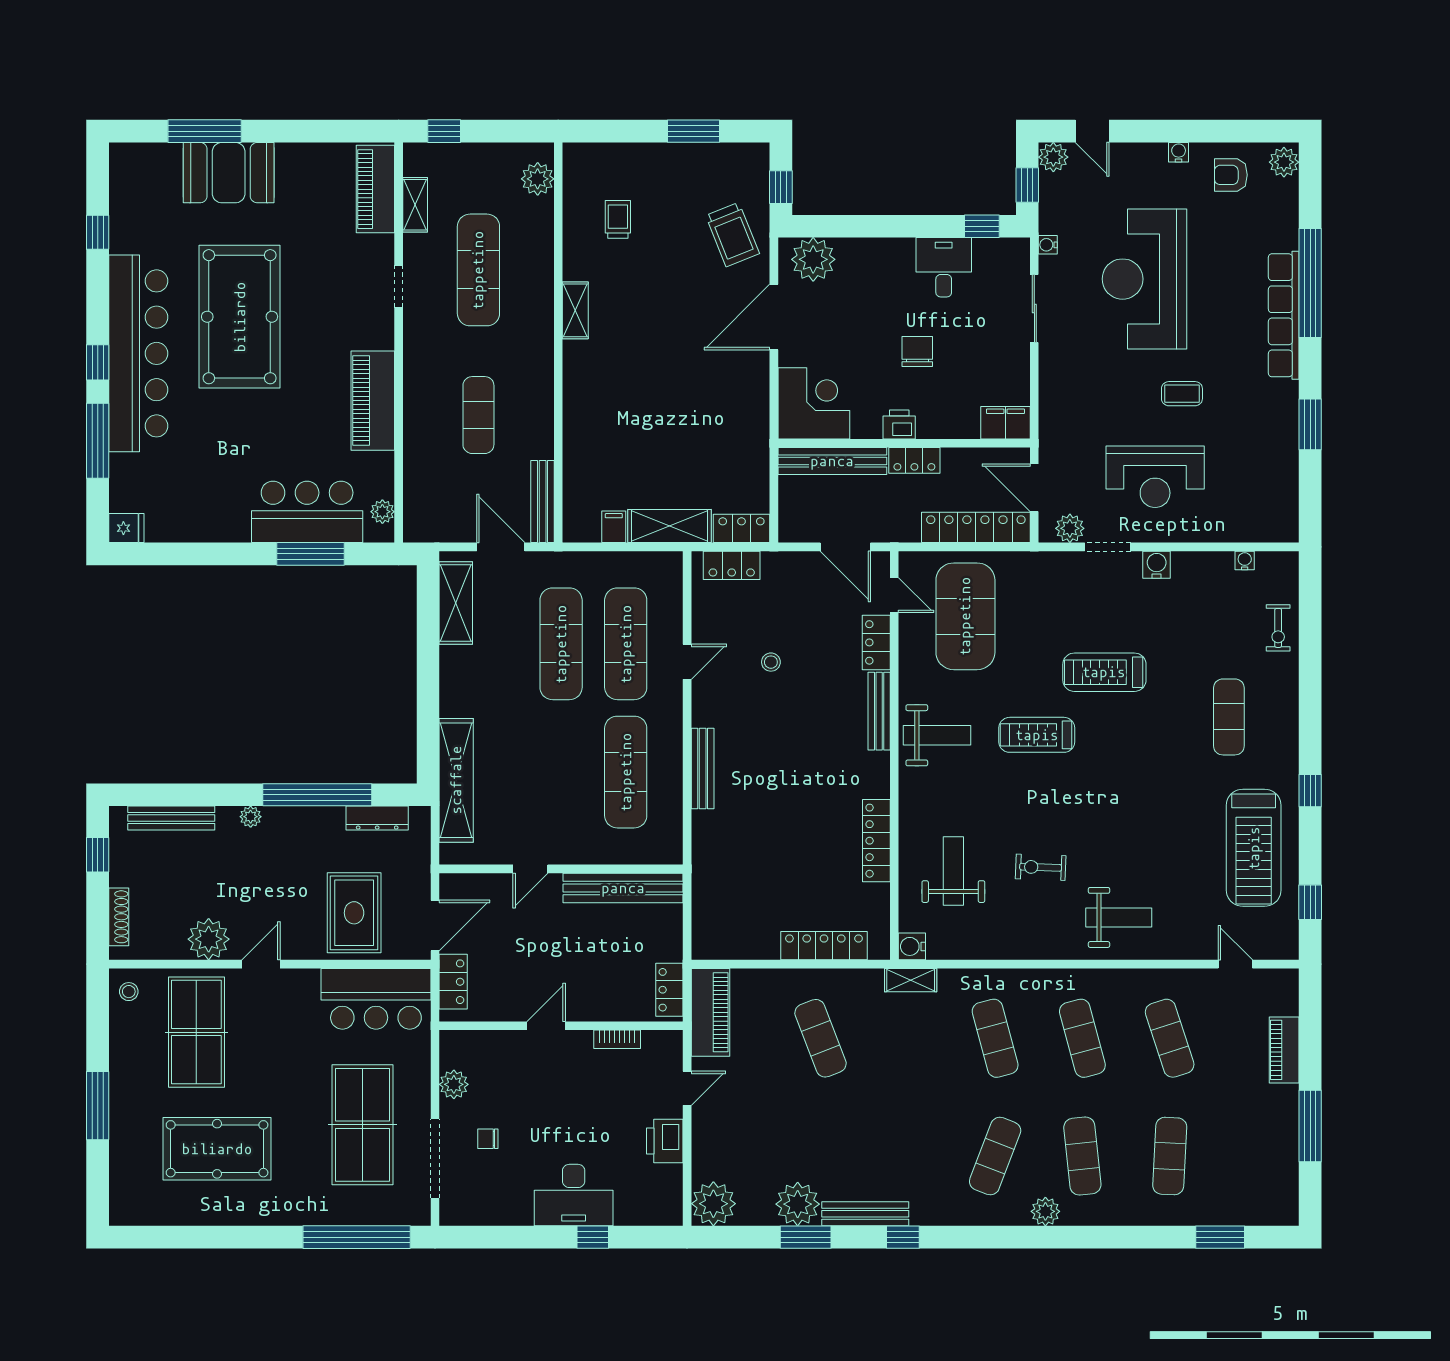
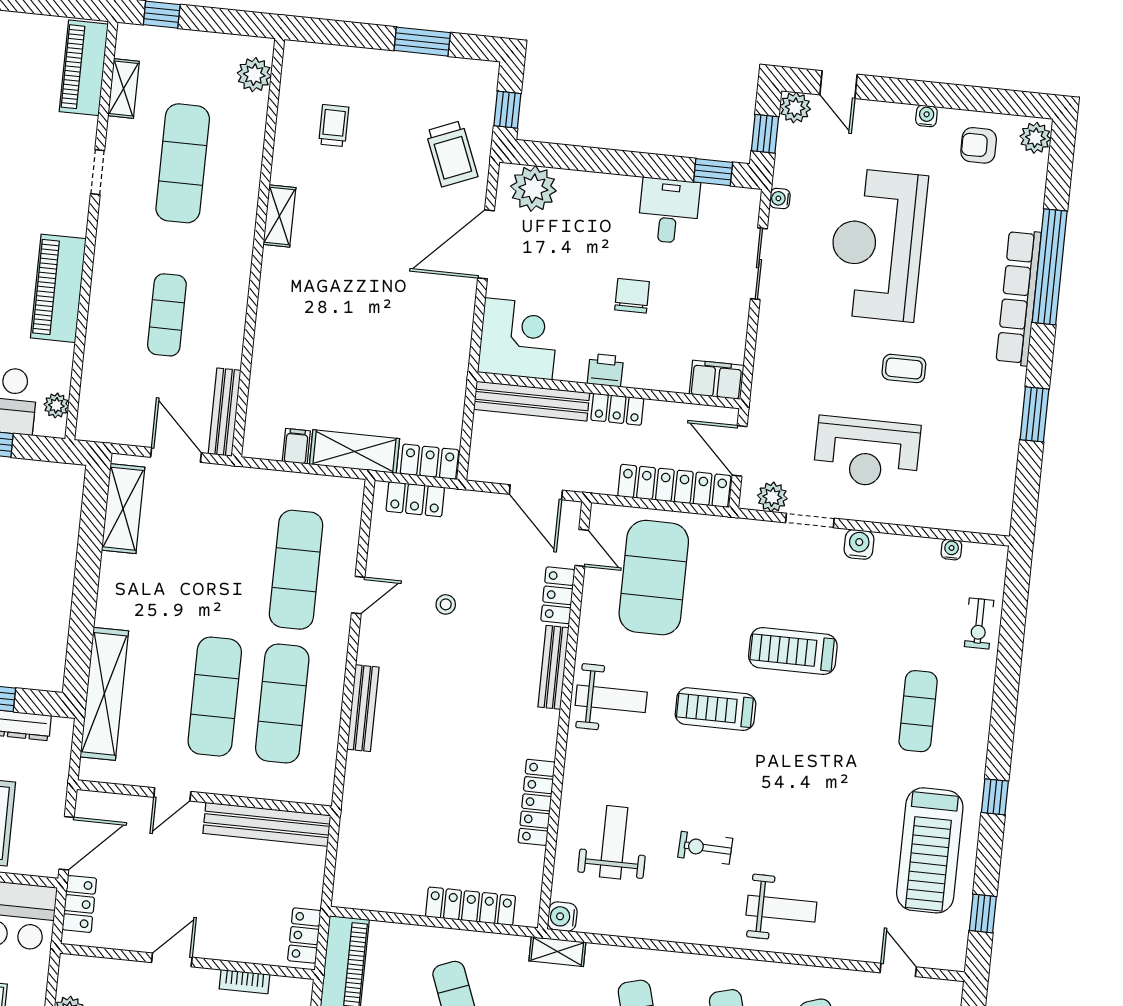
exercise mat: (561, 644) -> (215, 697), moved

